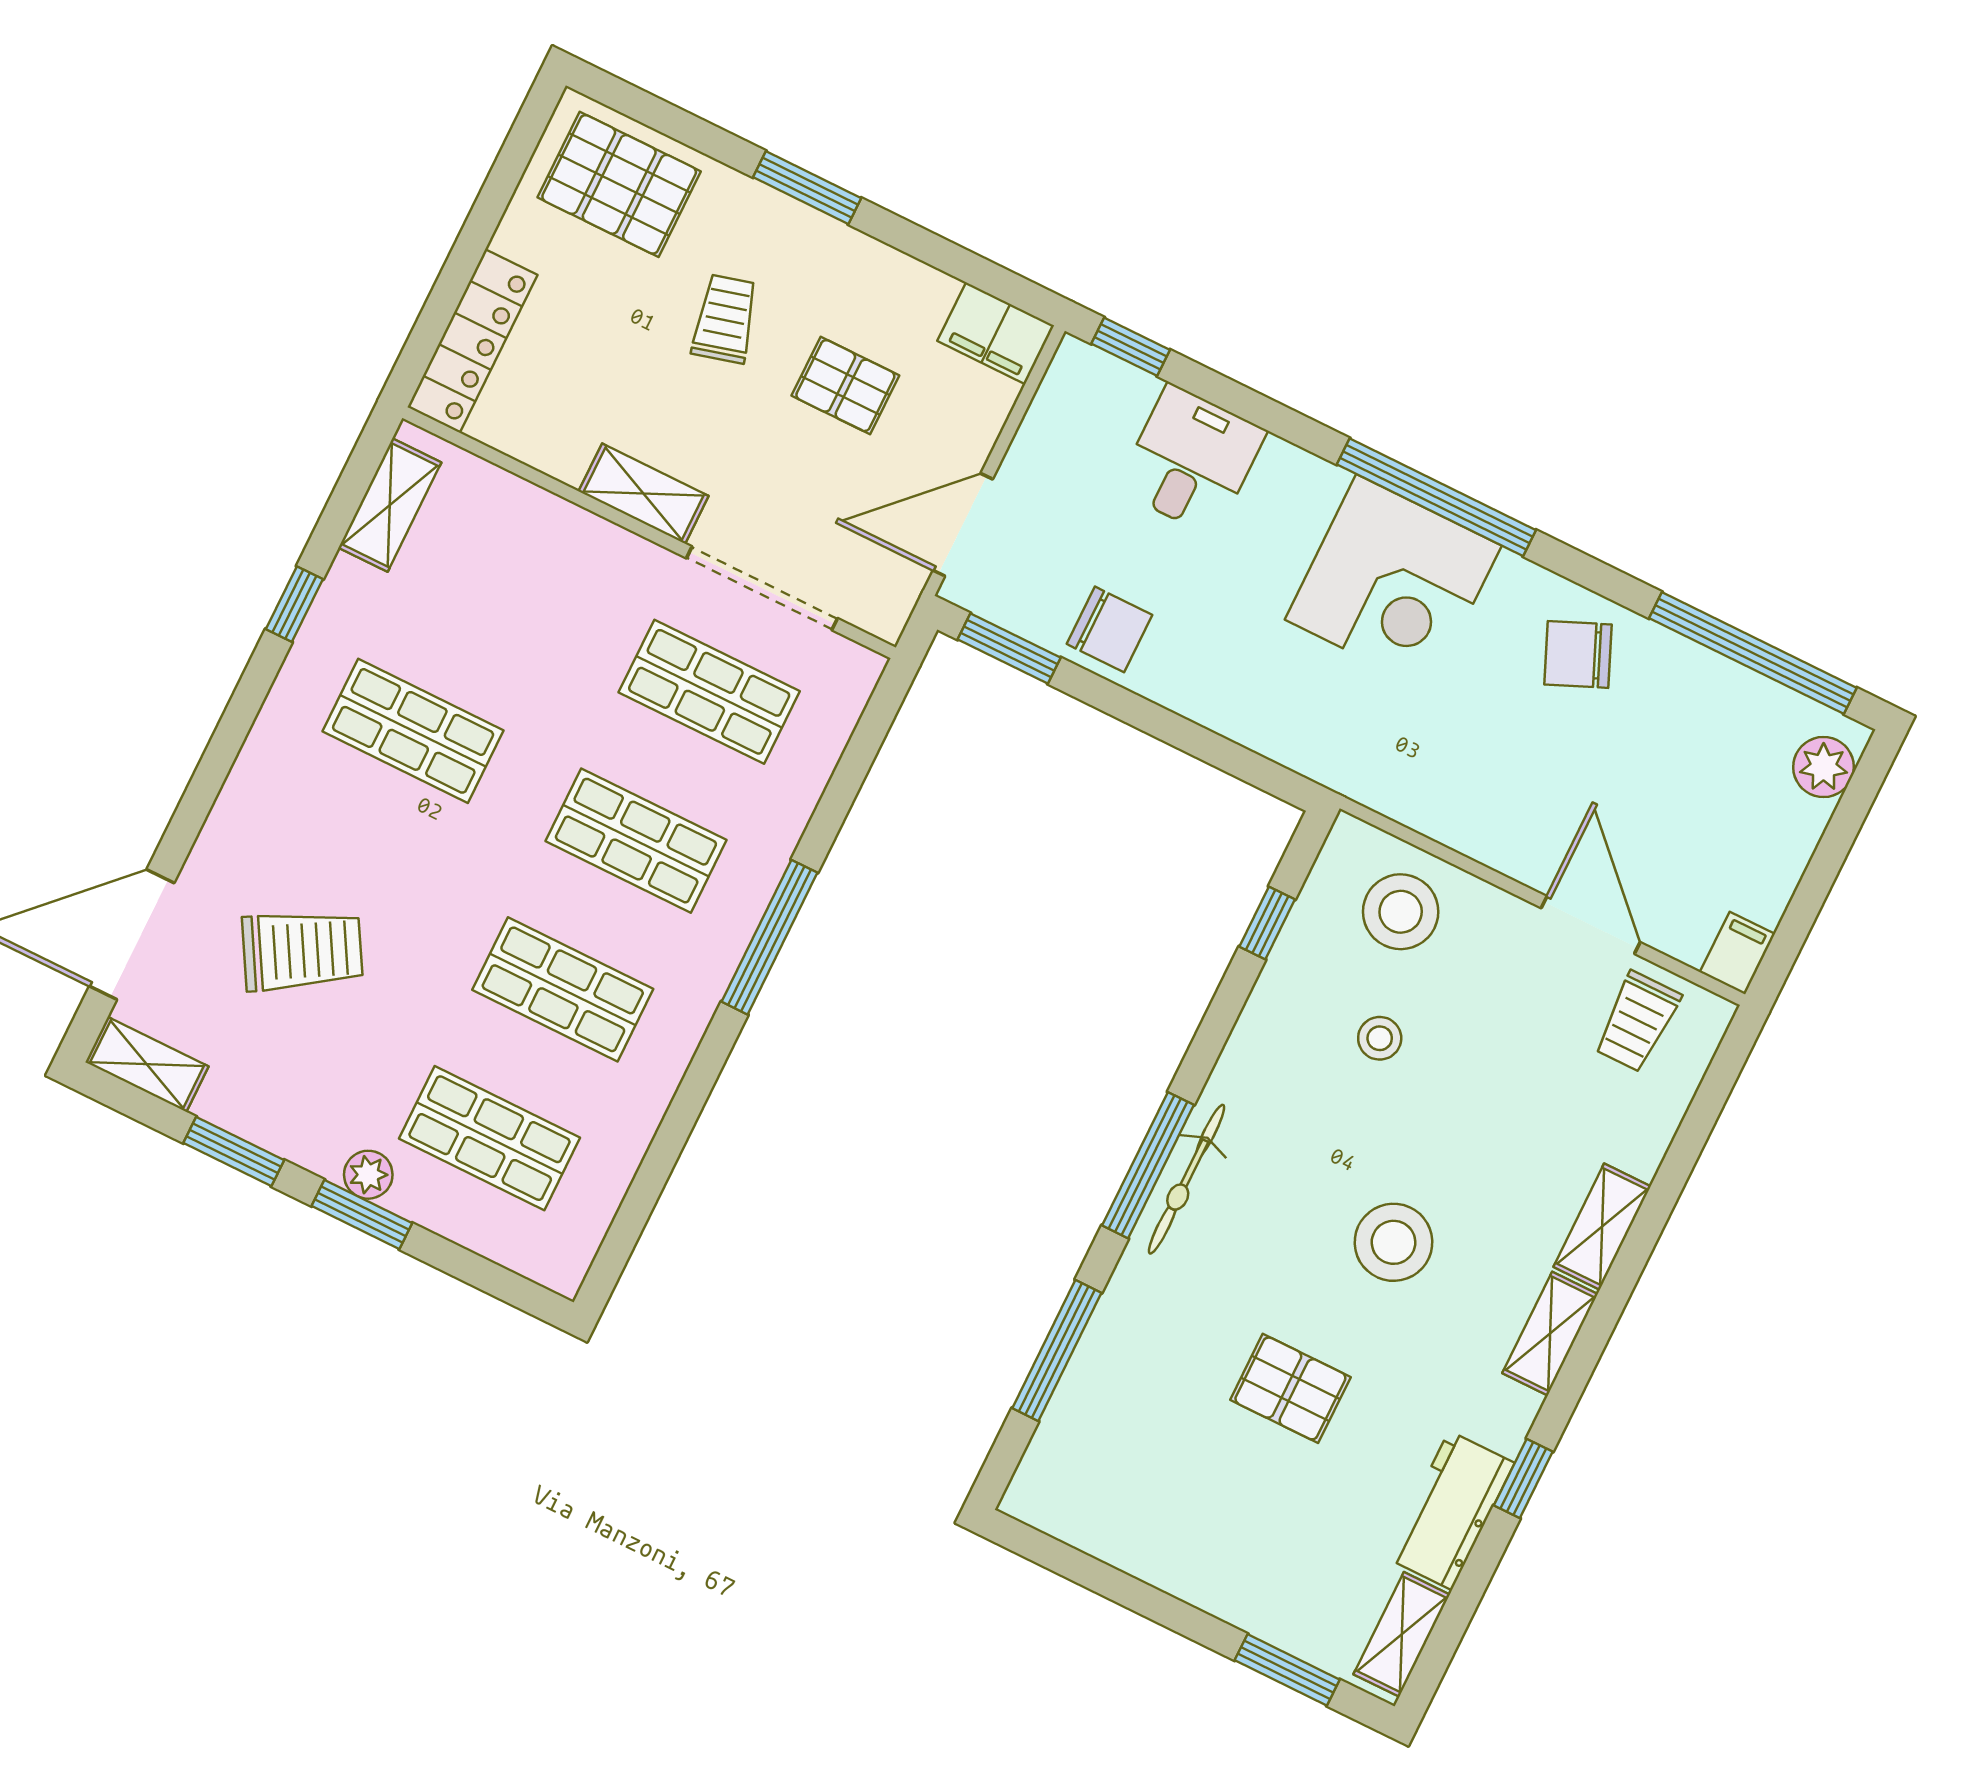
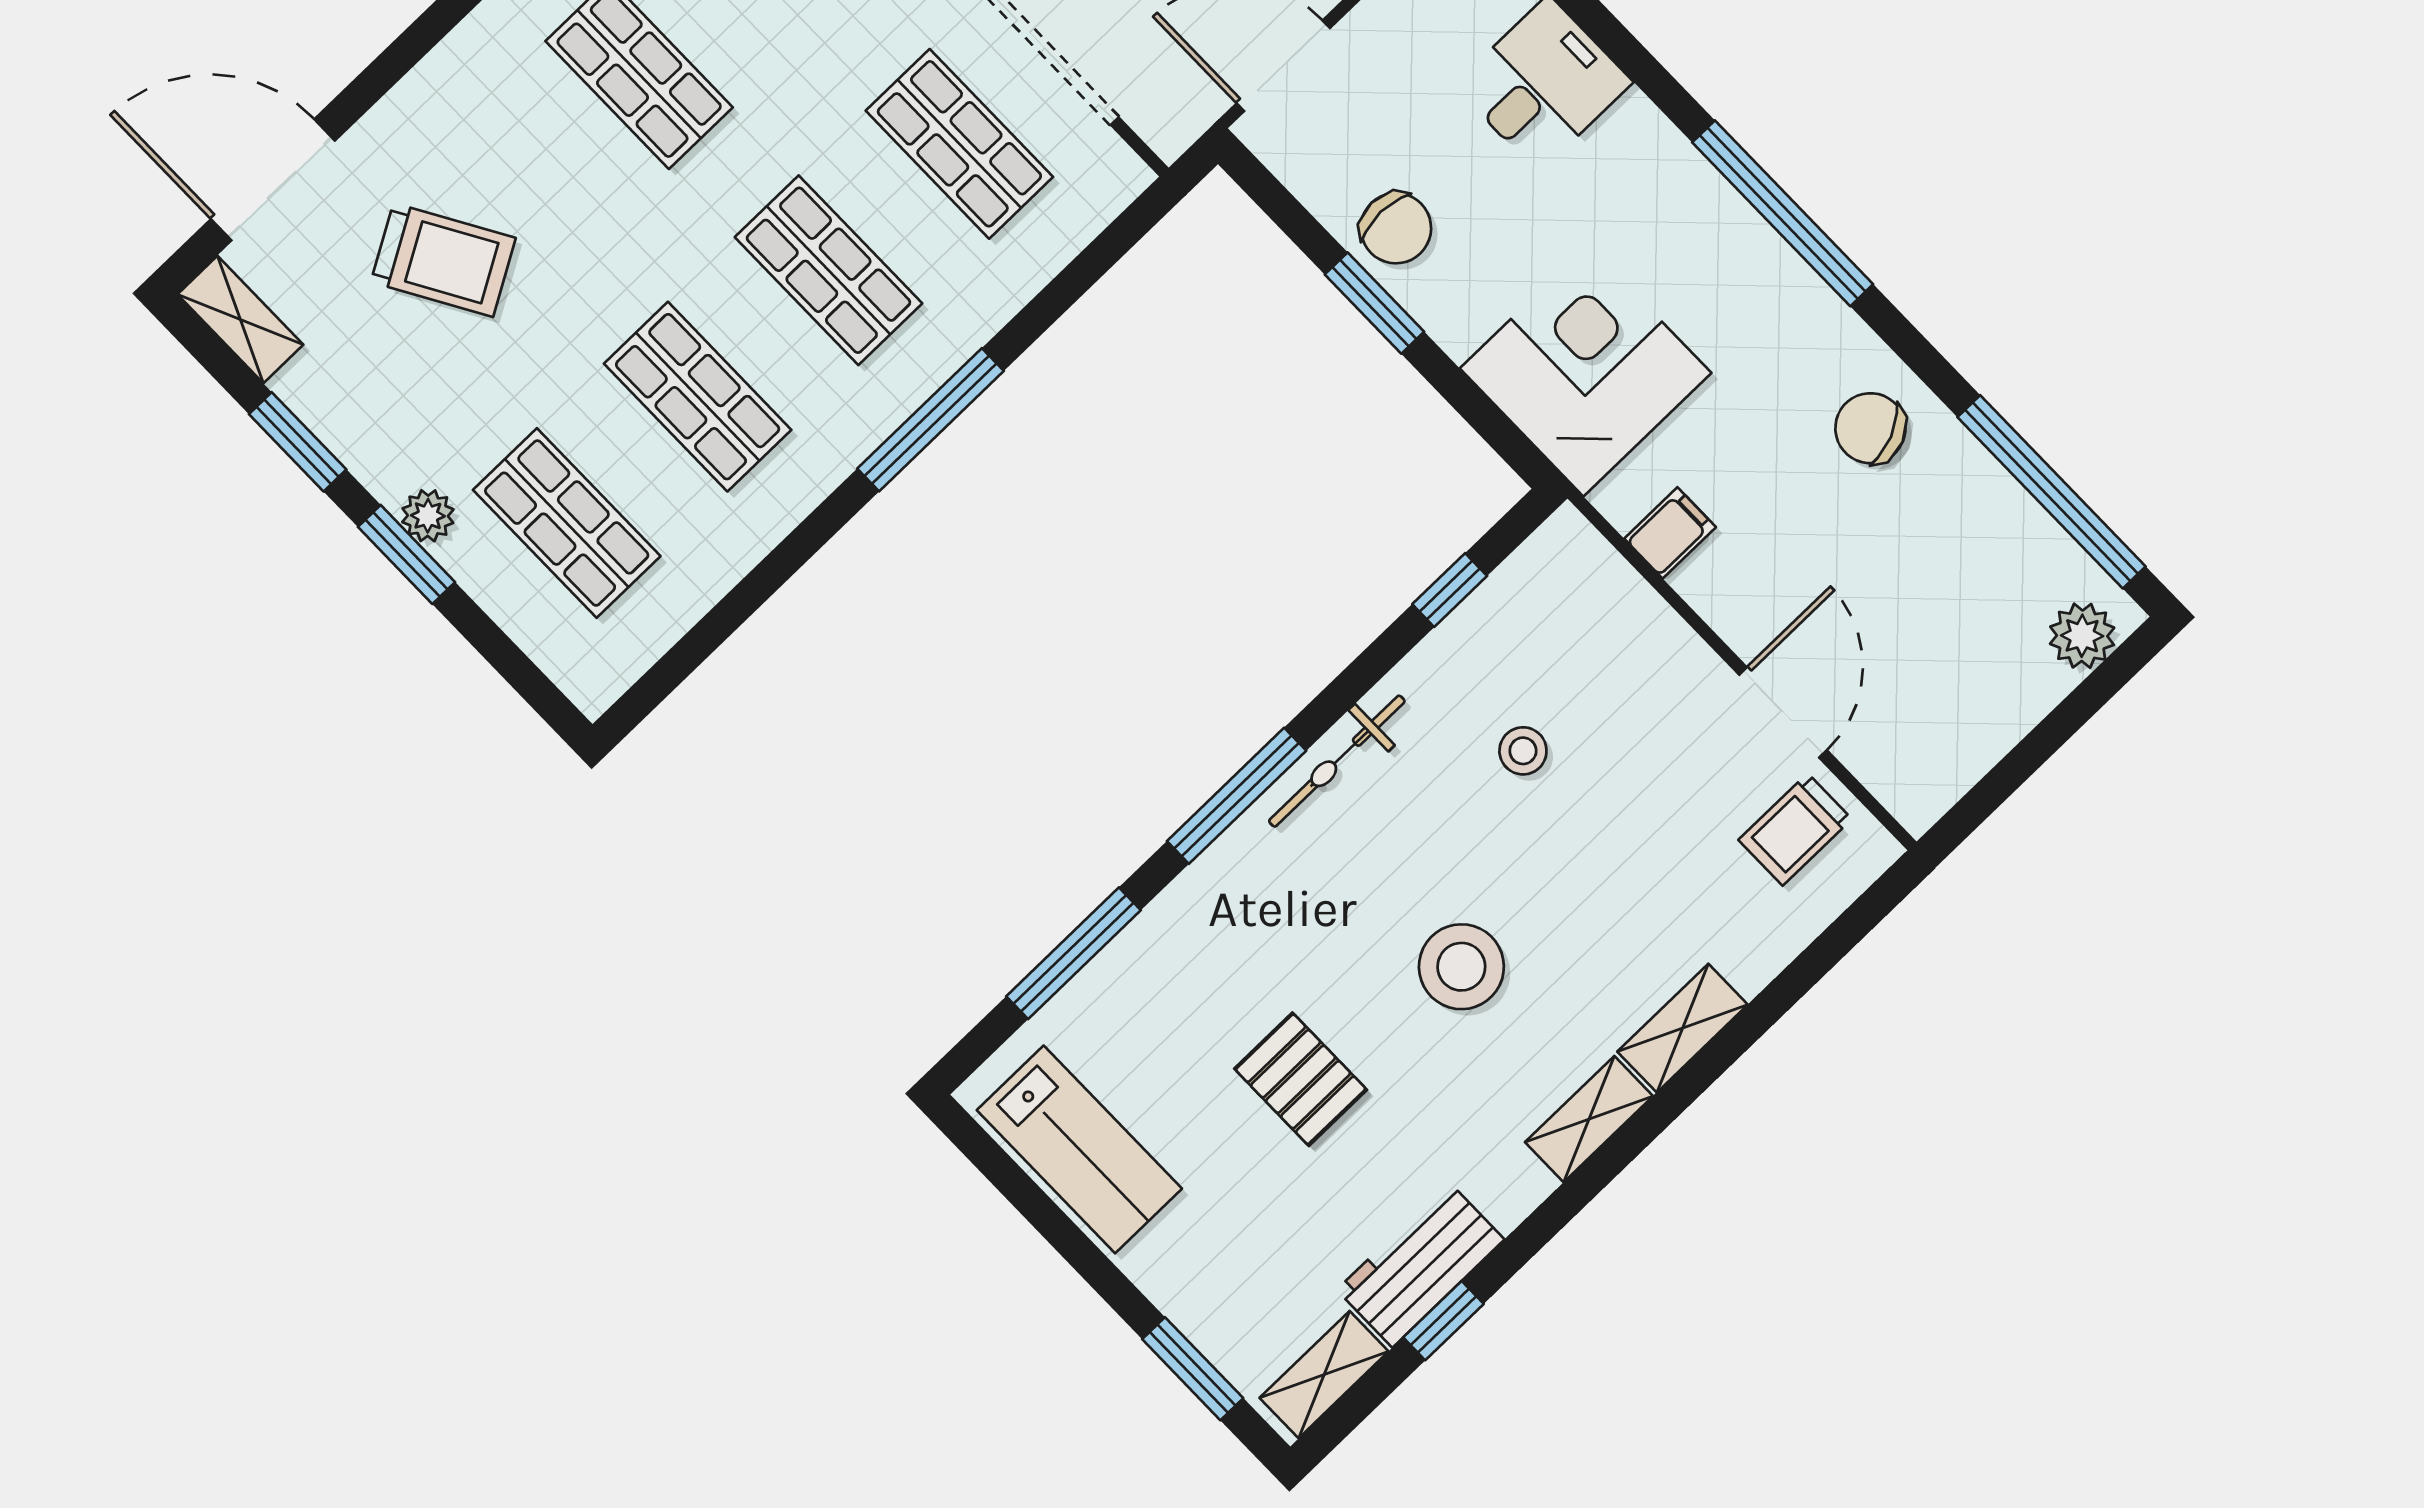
corner desk: (1393, 583) -> (1586, 371), moved, turned 180
window: (1009, 649) -> (1374, 303), moved
stool: (1401, 912) -> (1592, 628), removed
filing cabinet: (1737, 953) -> (1670, 533), moved
bicycle: (1187, 1179) -> (1337, 761), moved
window: (1523, 1479) -> (1443, 1321), moved
lab bench: (1122, 1517) -> (1079, 1149), added

